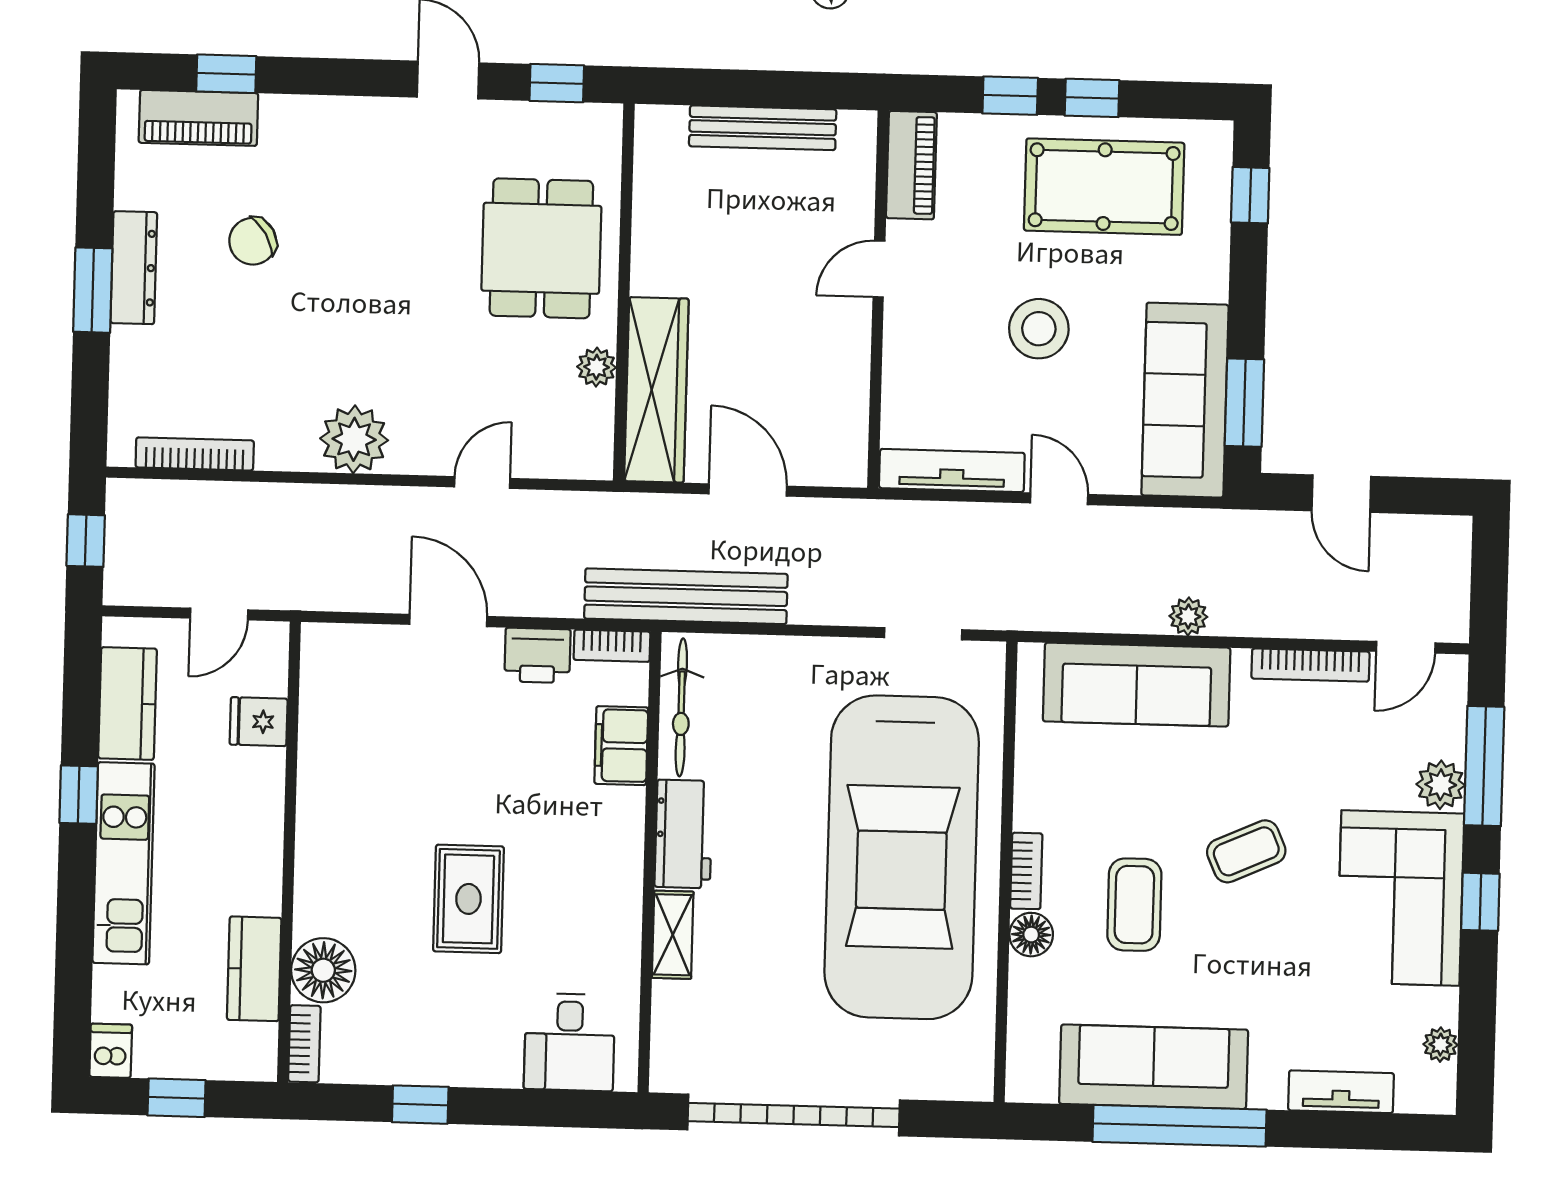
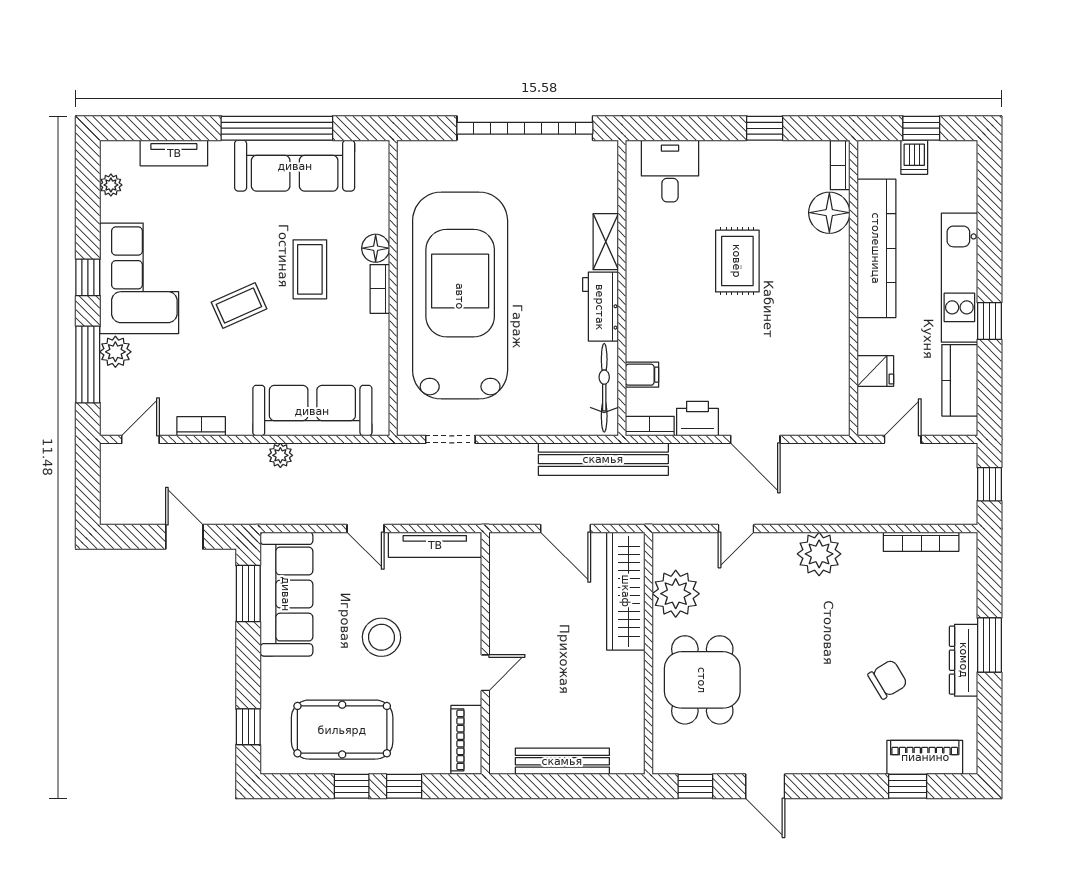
plant: (597, 367) -> (676, 594), width x1.87, depth x1.87
bookcase: (1310, 665) -> (201, 426), width x0.64
filing cabinet: (621, 746) -> (642, 375), width x0.50
kitchen counter: (254, 969) -> (876, 248), width x2.08, depth x1.17
dishwasher: (111, 1051) -> (914, 157), moved

